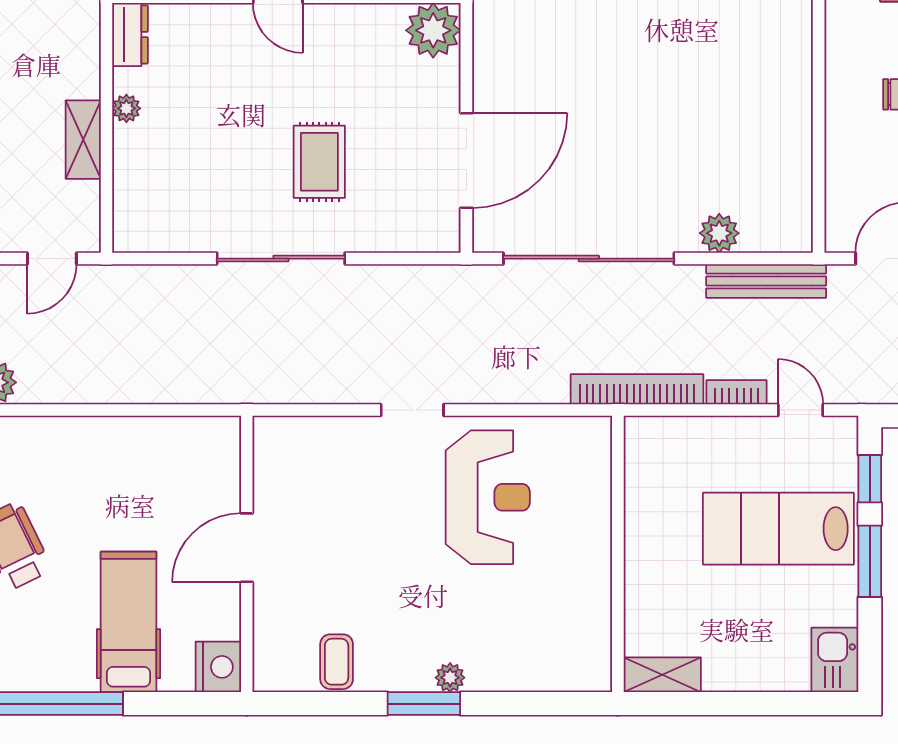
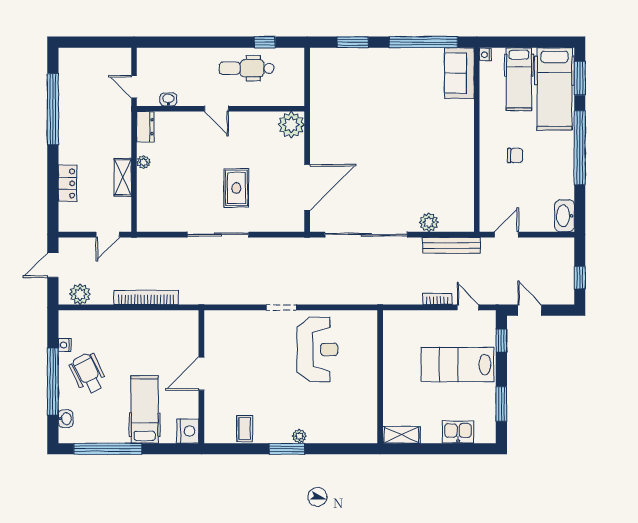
bookcase: (637, 389) -> (146, 297), moved
window: (870, 561) -> (501, 404), moved
kitchen sink: (835, 660) -> (458, 432), moved, turned 90

